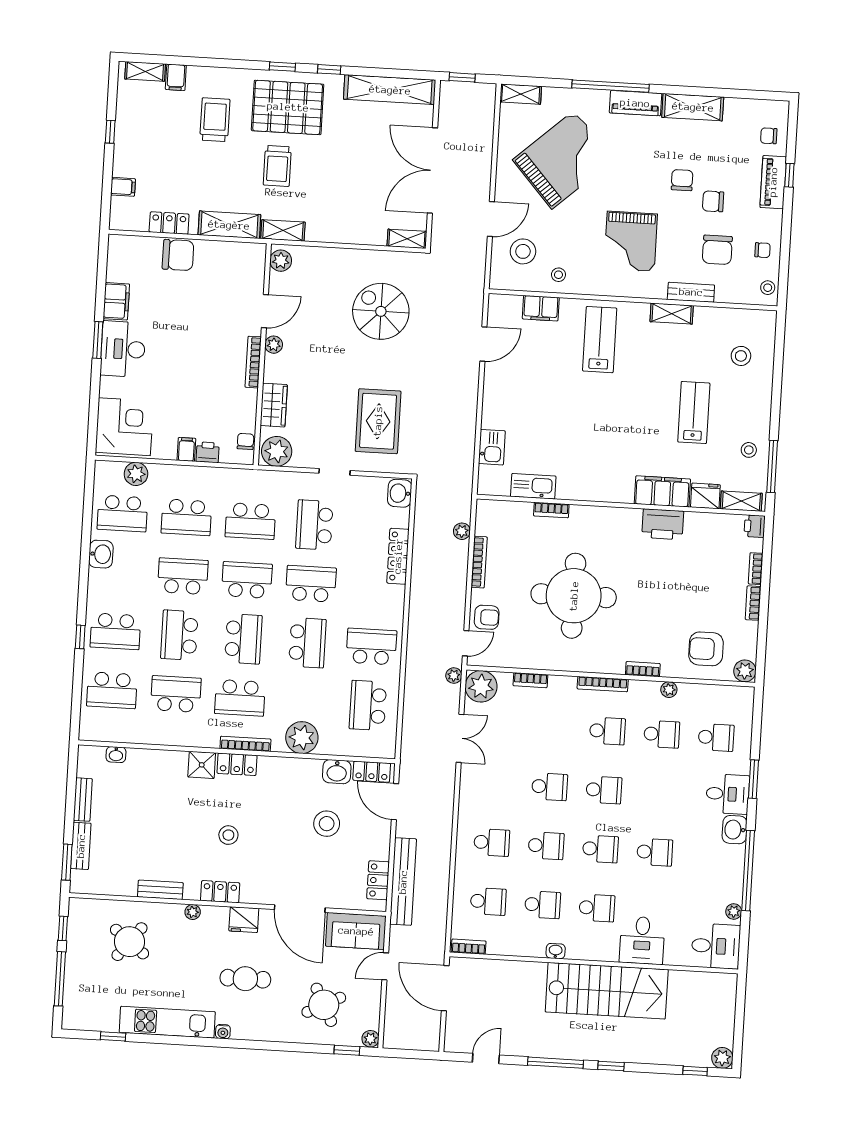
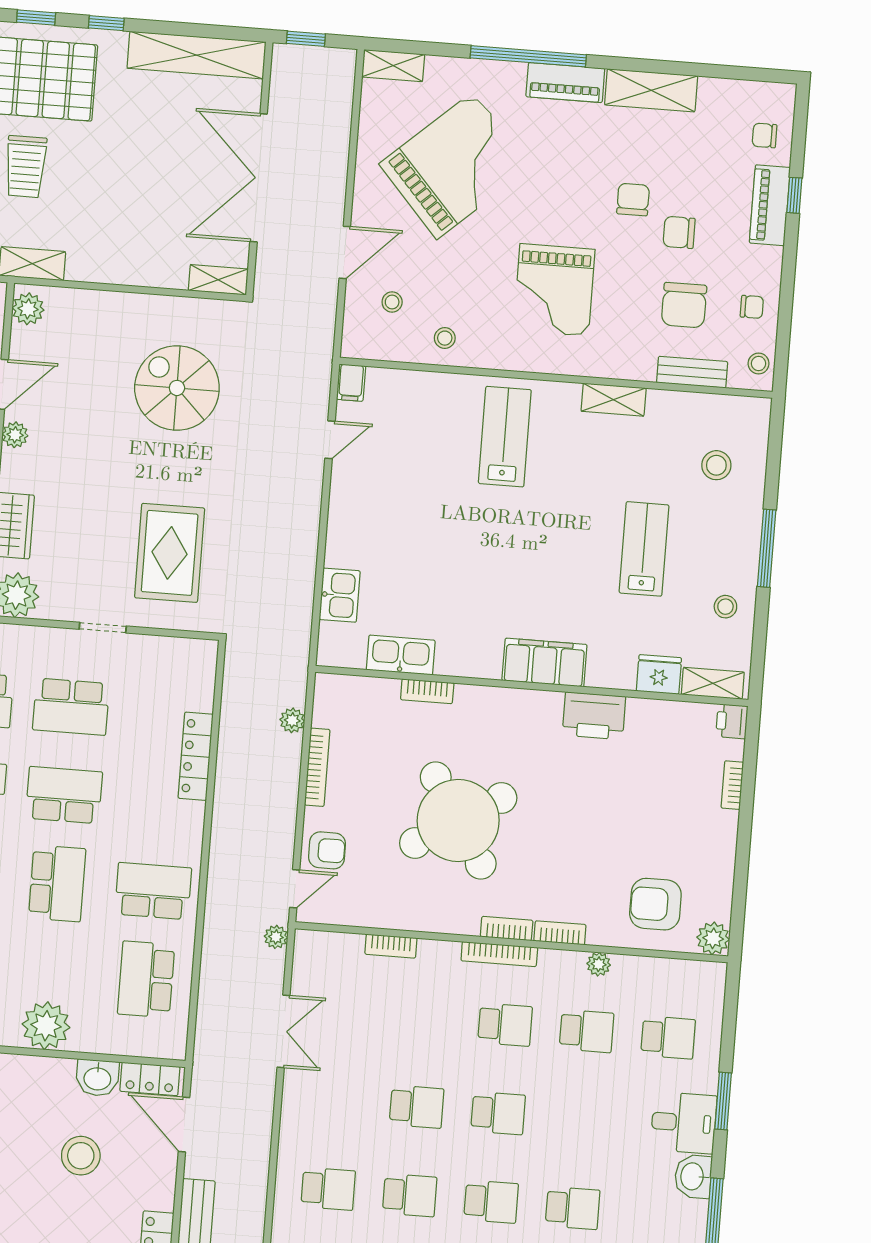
stool: (523, 251) -> (392, 302), width x0.53, depth x0.53
bench: (691, 292) -> (692, 372), moved
filing cabinet: (541, 308) -> (351, 383), moved, width x0.50
door: (483, 344) -> (330, 440), width x0.73
window: (772, 466) -> (767, 548), moved
filing cabinet: (662, 491) -> (544, 663), moved
washbasin: (400, 493) -> (200, 662), removed
school desk: (314, 525) -> (71, 707), turned -90
round table: (574, 596) -> (458, 820), turned -32
bookcase: (753, 603) -> (507, 929), moved, turned 90
plant: (481, 686) -> (317, 954), removed

